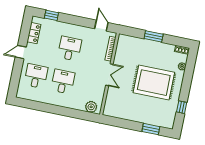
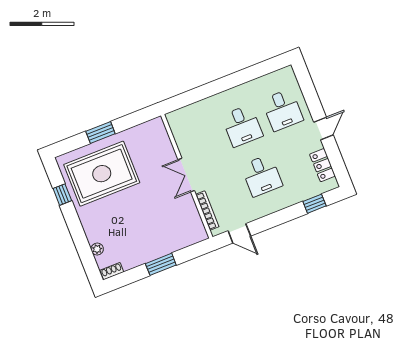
rug: (154, 83) -> (102, 174), moved
plant: (91, 107) -> (183, 117), removed
window: (151, 129) -> (100, 132), moved

